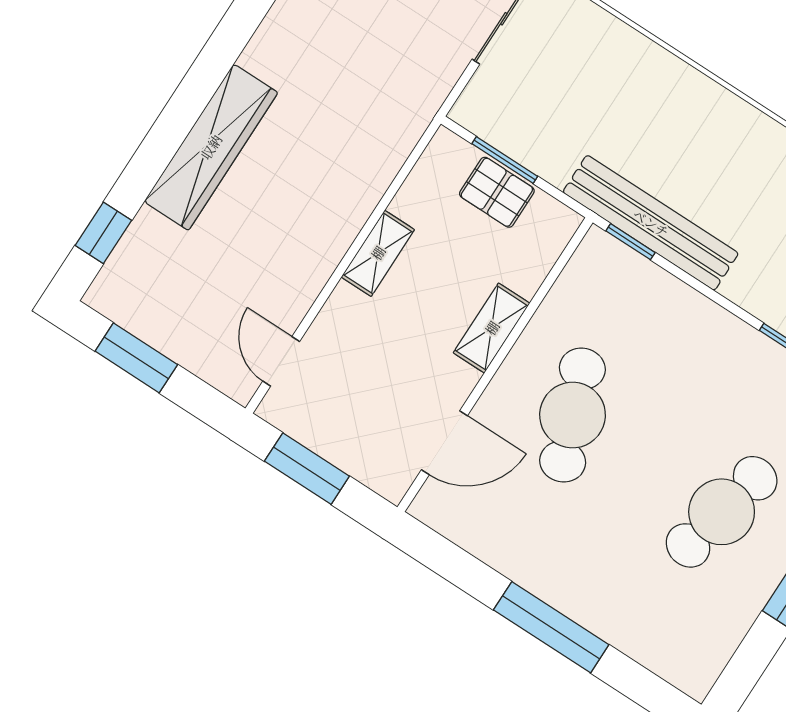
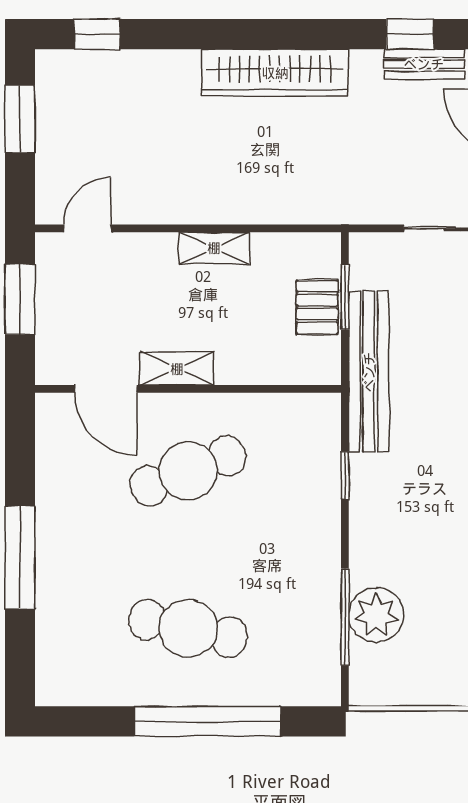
wardrobe: (211, 147) -> (275, 73), moved
bench: (651, 223) -> (369, 372), moved
window: (630, 242) -> (345, 475), moved
shelving: (492, 328) -> (177, 369), moved

